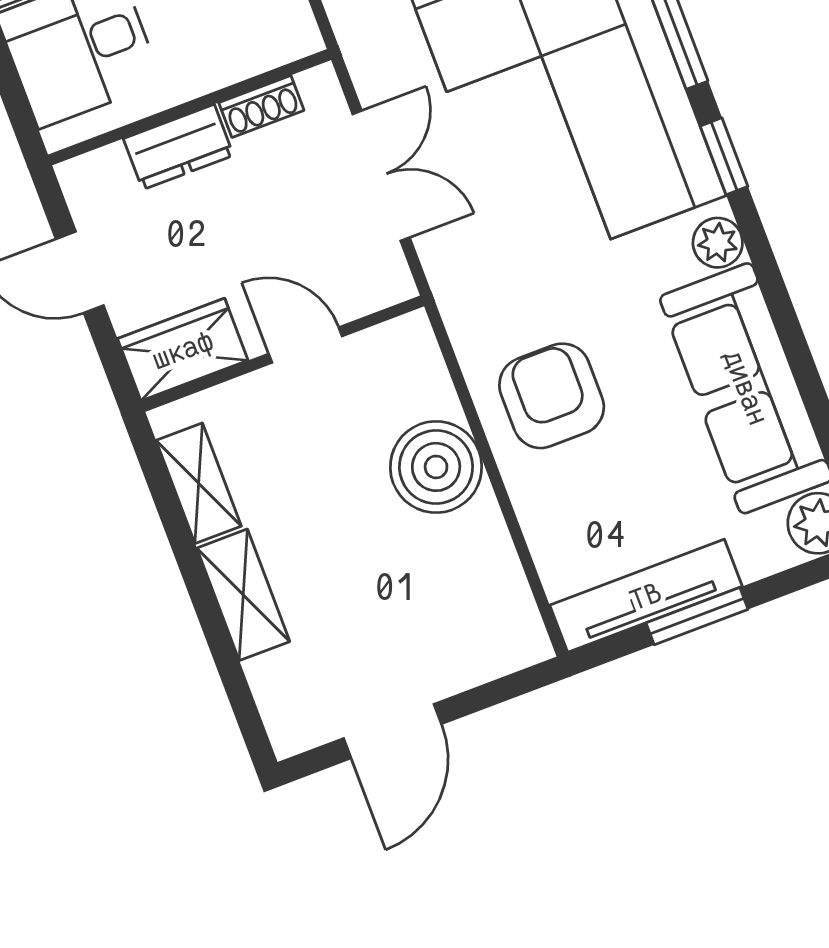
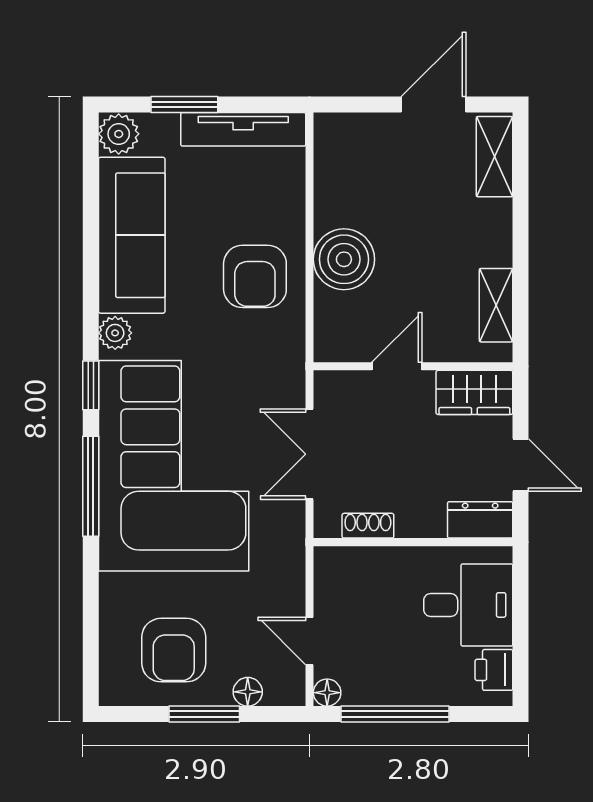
dresser: (178, 147) -> (480, 520), moved
door: (305, 345) -> (397, 366), swing flipped
shelving: (243, 595) -> (495, 157), moved
window: (697, 616) -> (184, 105), moved

